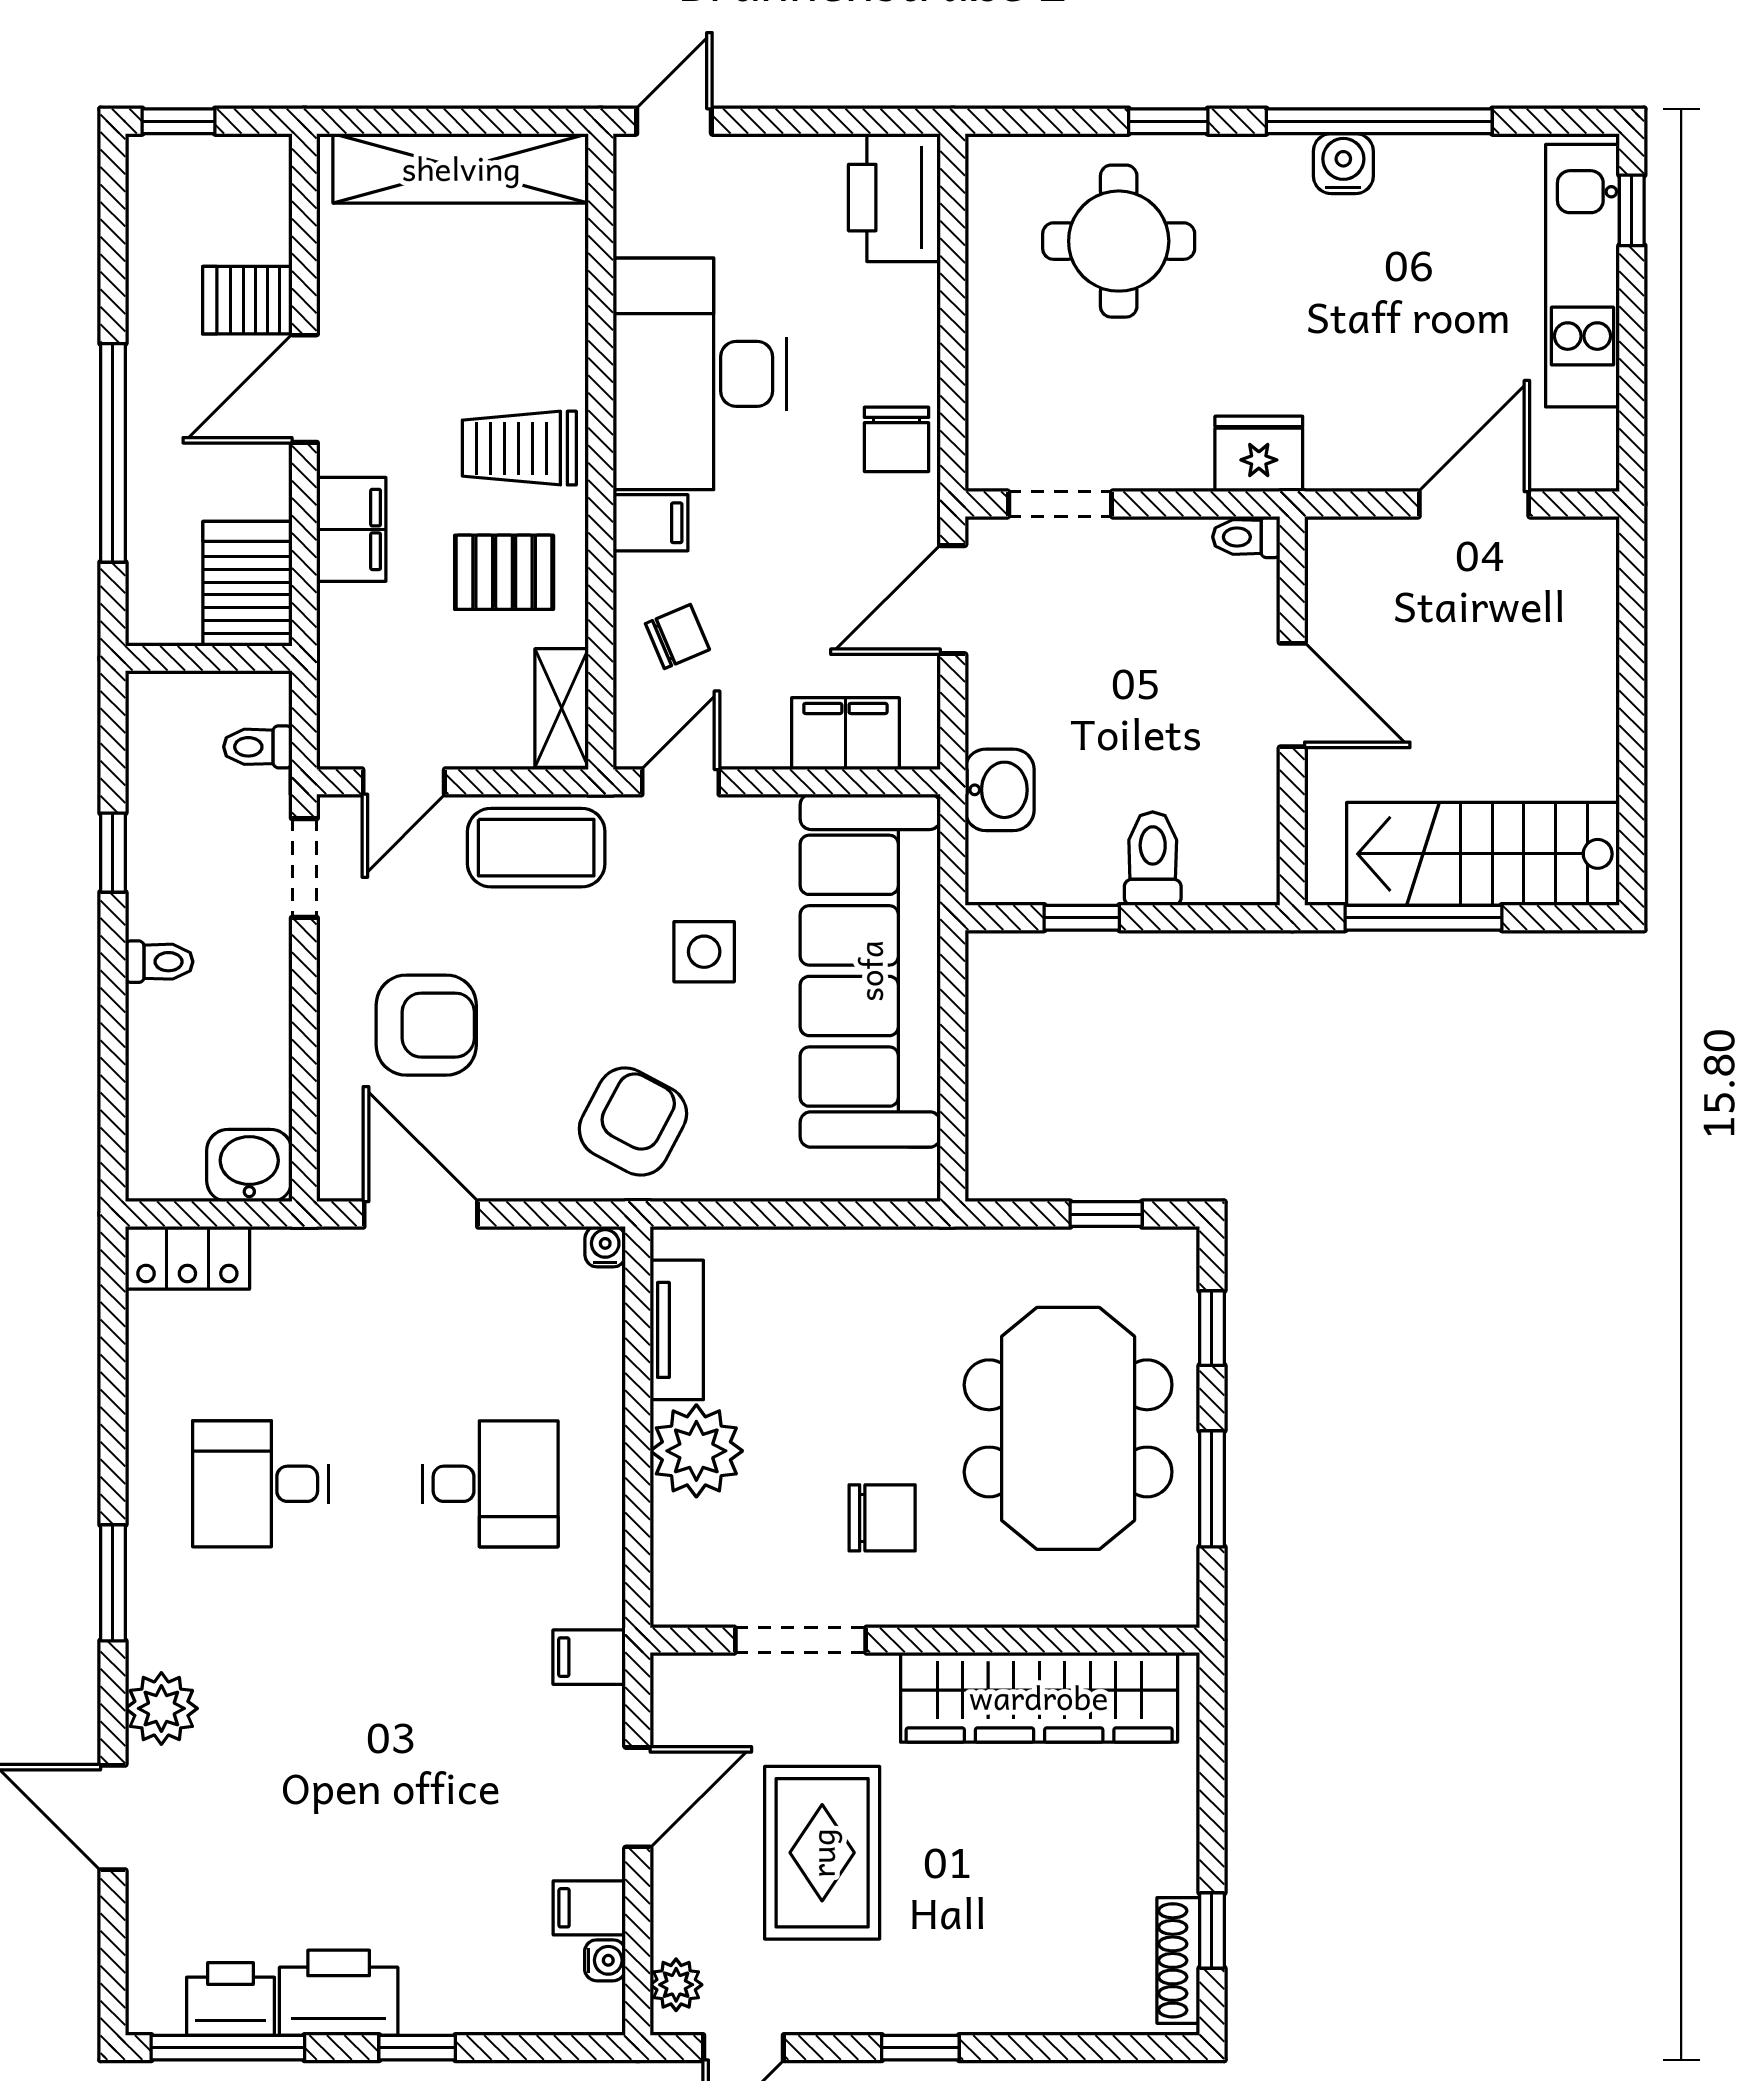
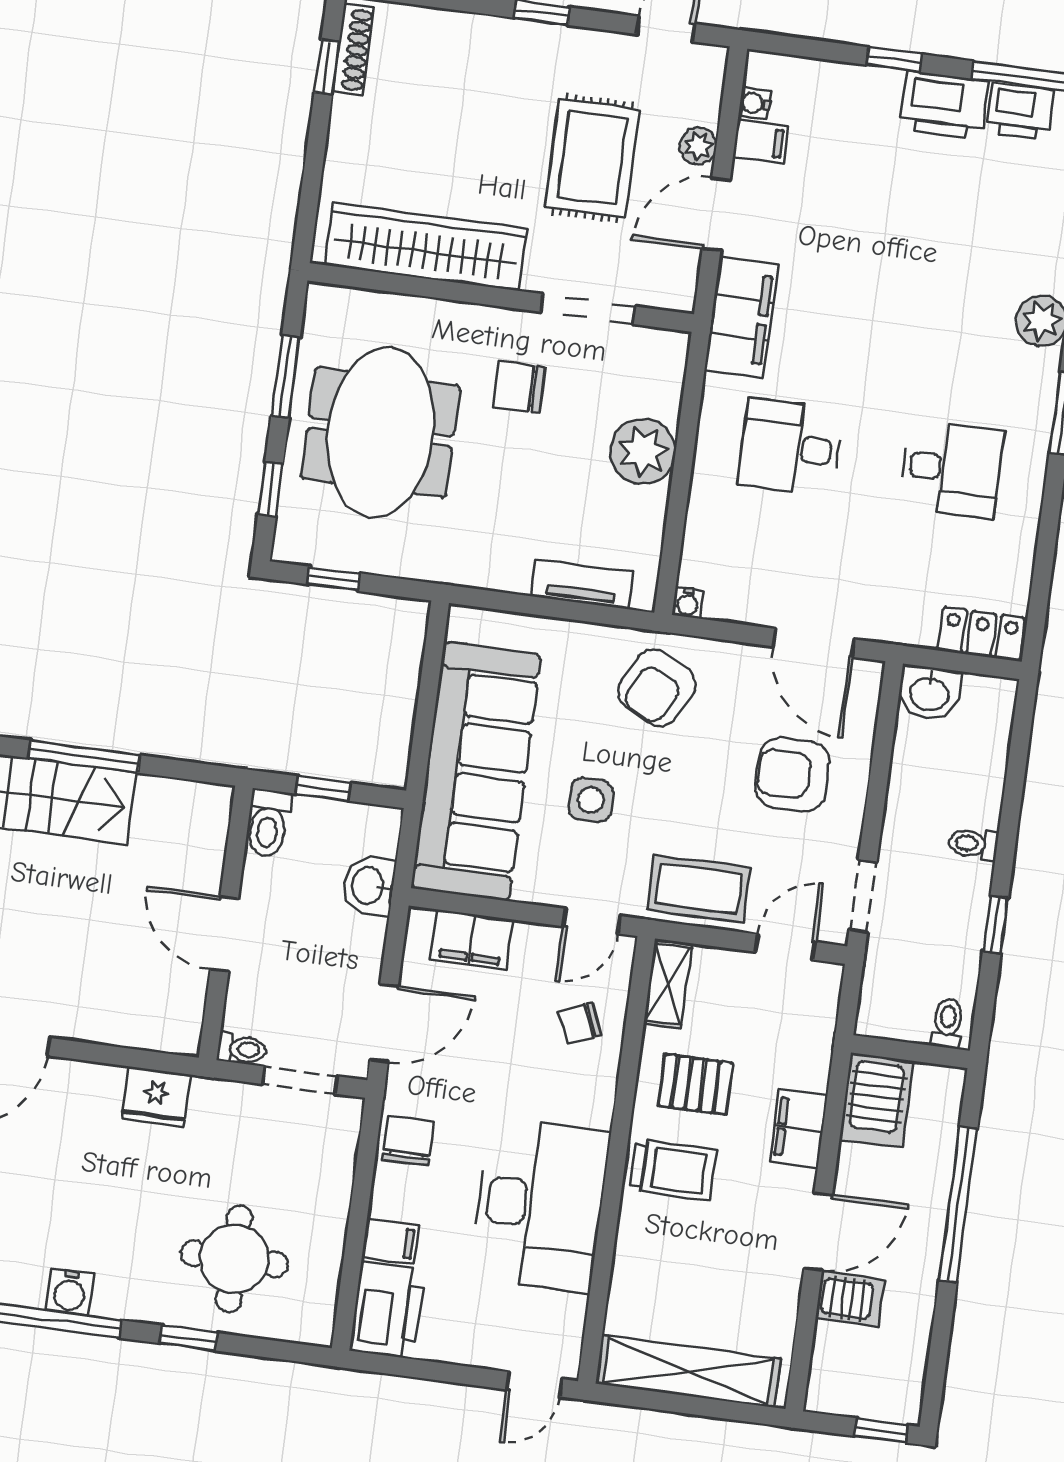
filing cabinet: (651, 523) -> (390, 1242), moved, turned 180
toilet: (1246, 537) -> (242, 1049), moved
door: (1292, 695) -> (224, 934), moved
wall: (1292, 711) -> (226, 923), moved
toilet: (258, 747) -> (947, 1023), moved, turned -90
tv unit: (677, 1330) -> (582, 584), moved, turned 90
filing cabinet: (589, 1657) -> (741, 317), width x3.00, depth x1.17
plant: (676, 1985) -> (698, 146), moved

